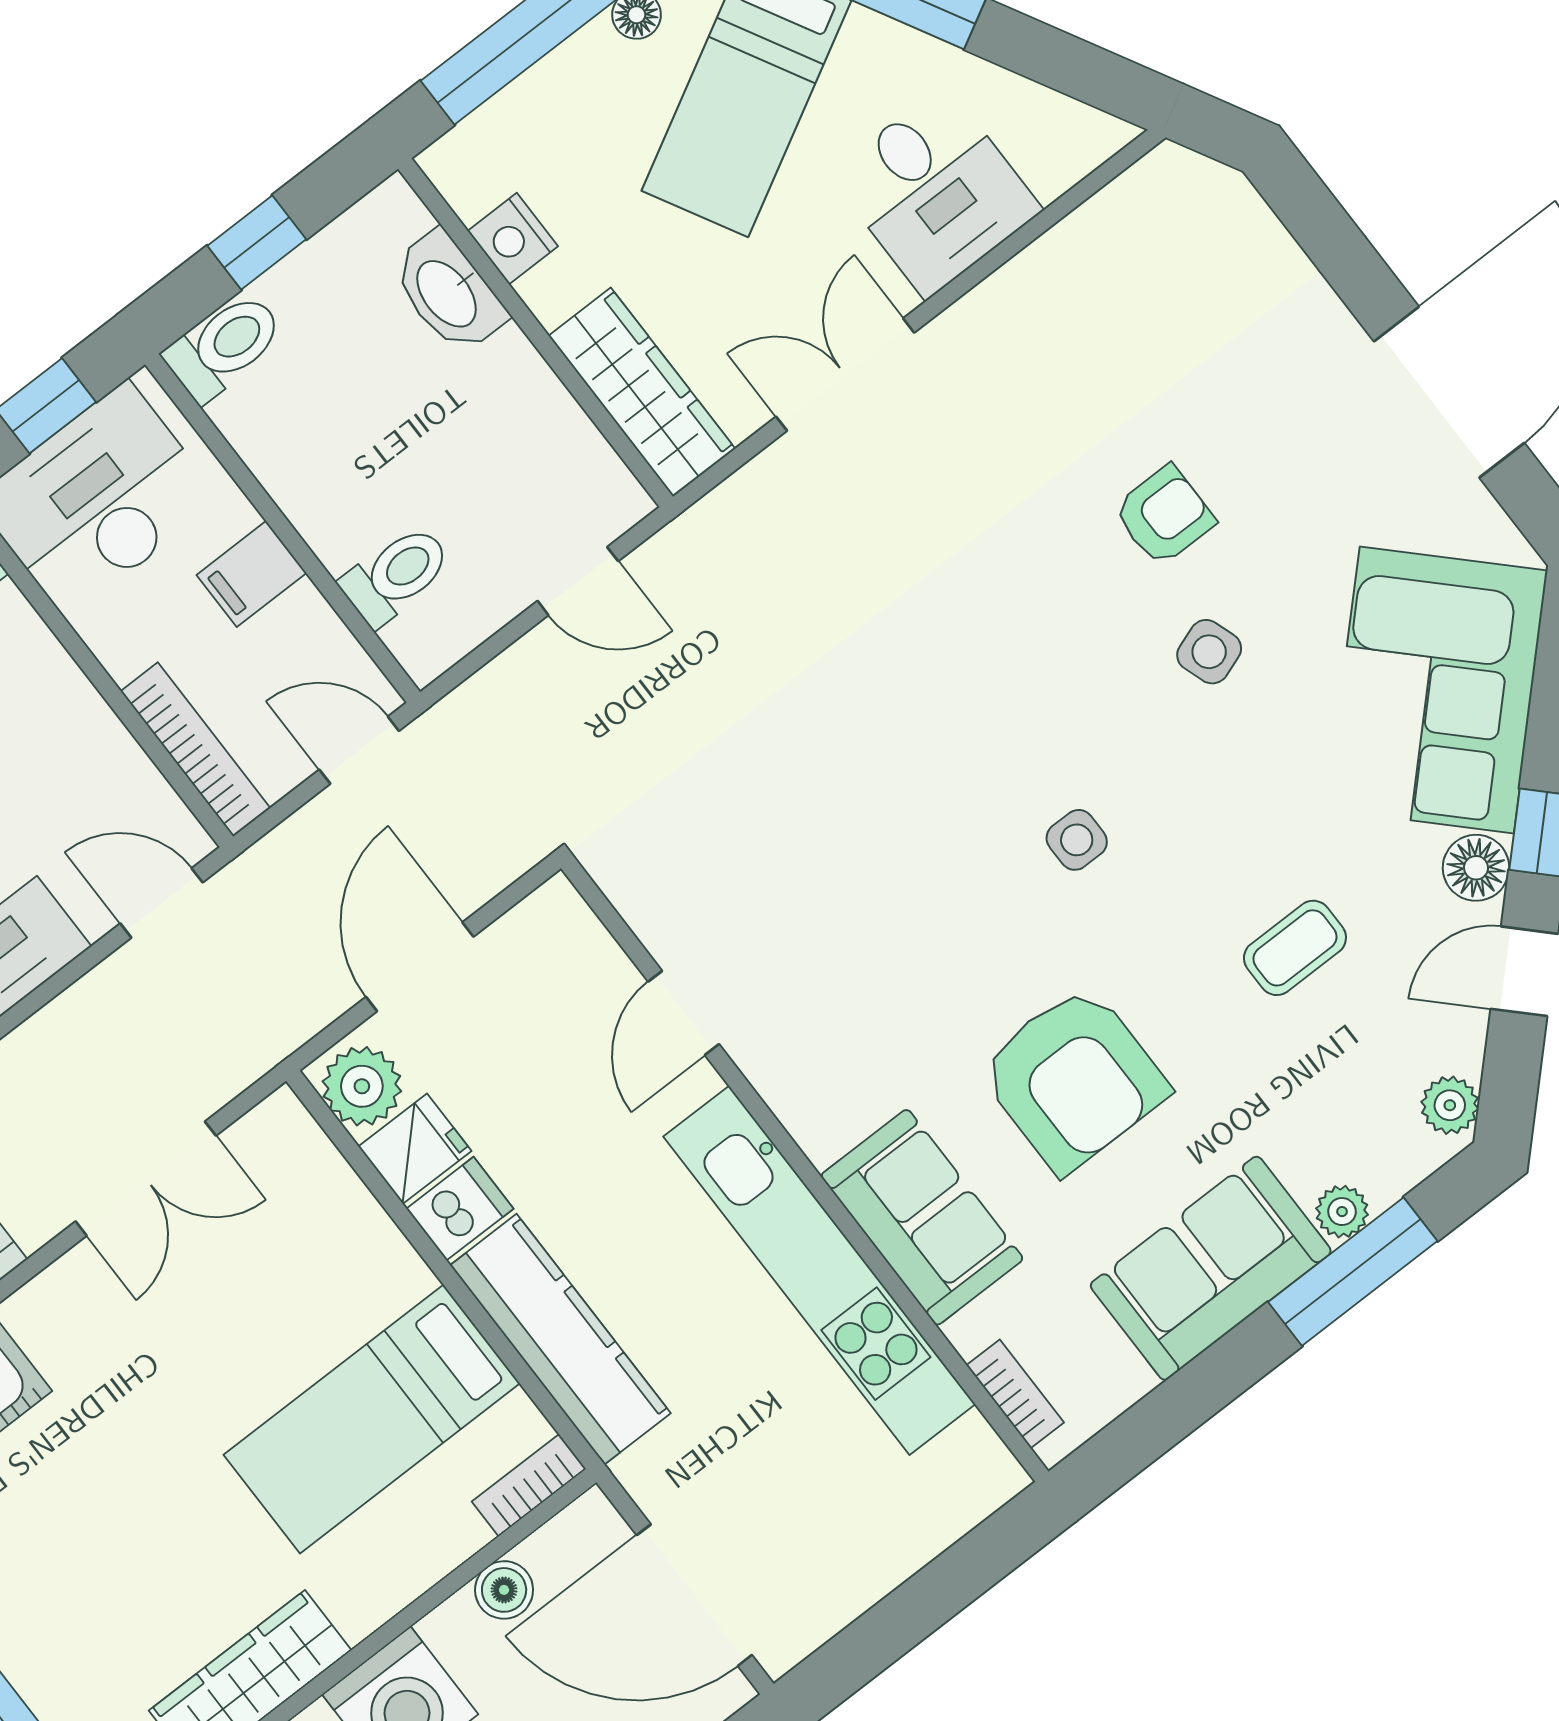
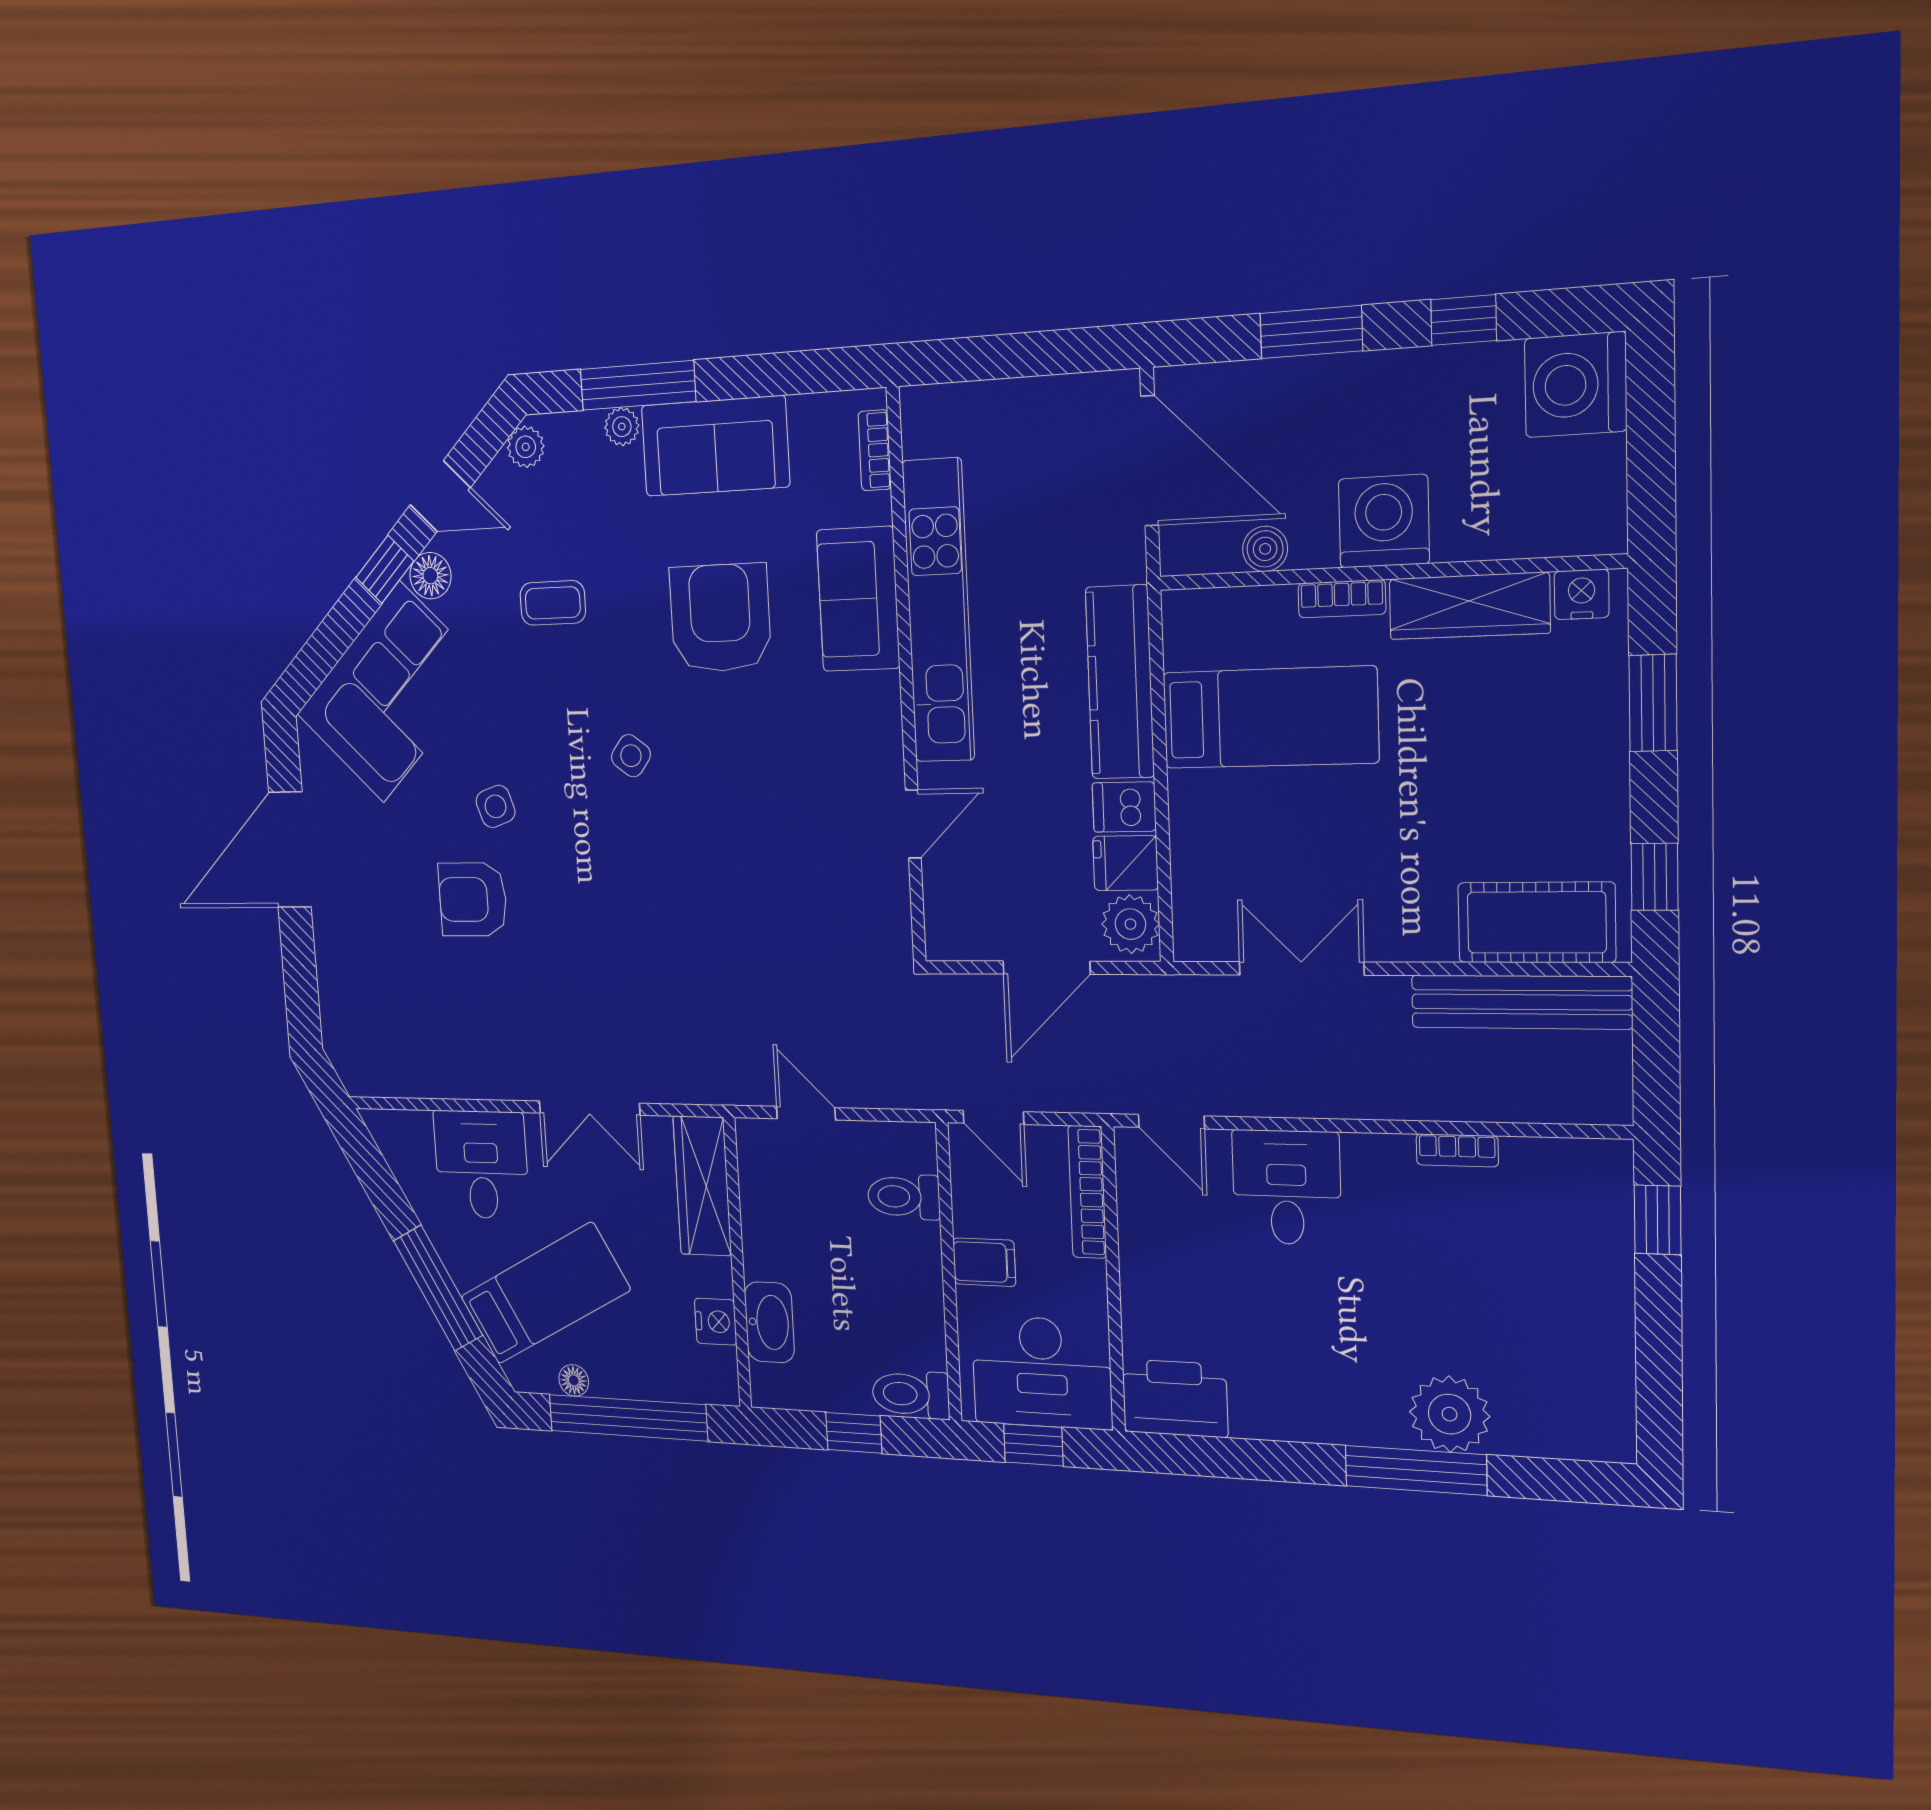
armchair: (1164, 516) -> (473, 899), width x1.38, depth x1.38
side table: (1077, 840) -> (631, 756), turned 37
bookcase: (529, 1485) -> (1342, 599), moved

